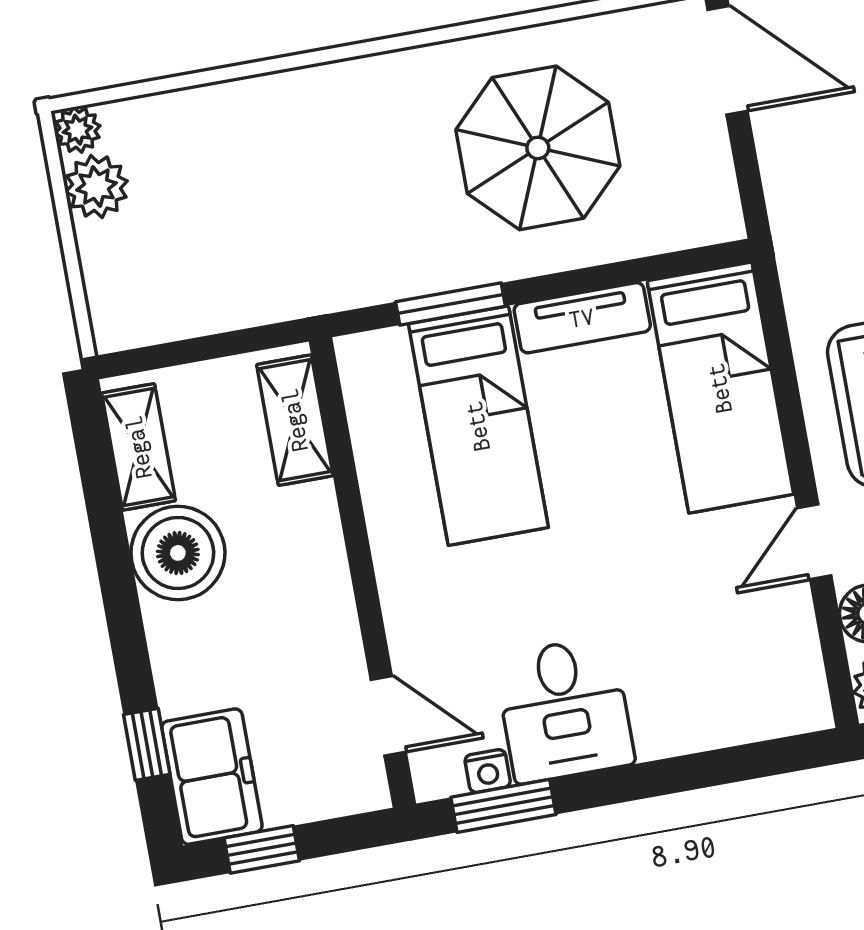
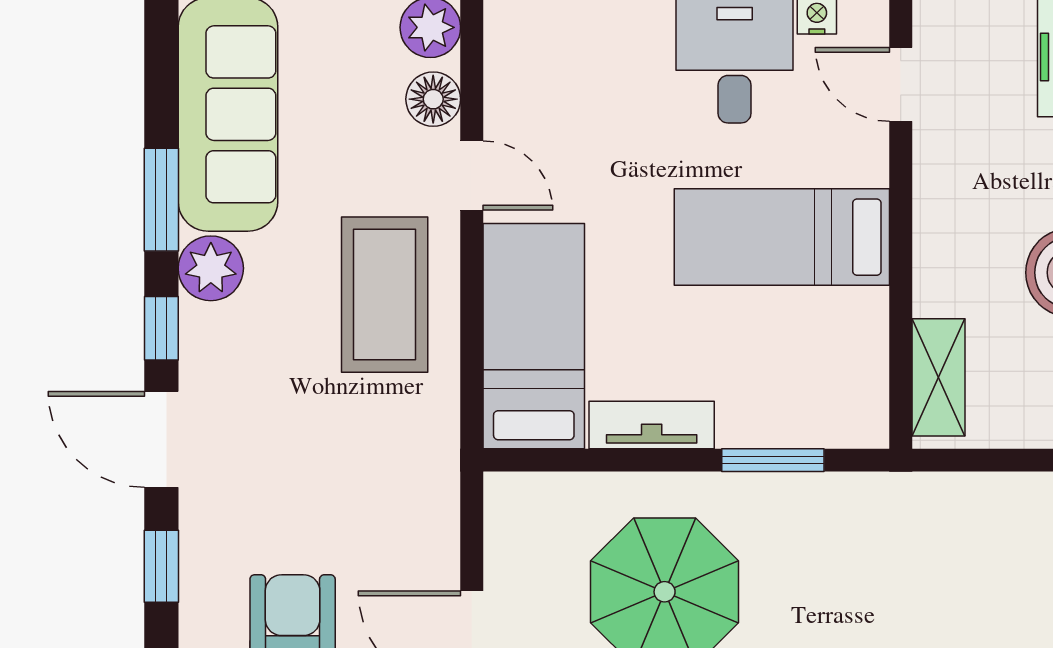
bed: (478, 426) -> (782, 237), moved, turned -90
door: (814, 542) -> (472, 176), hinge flipped

